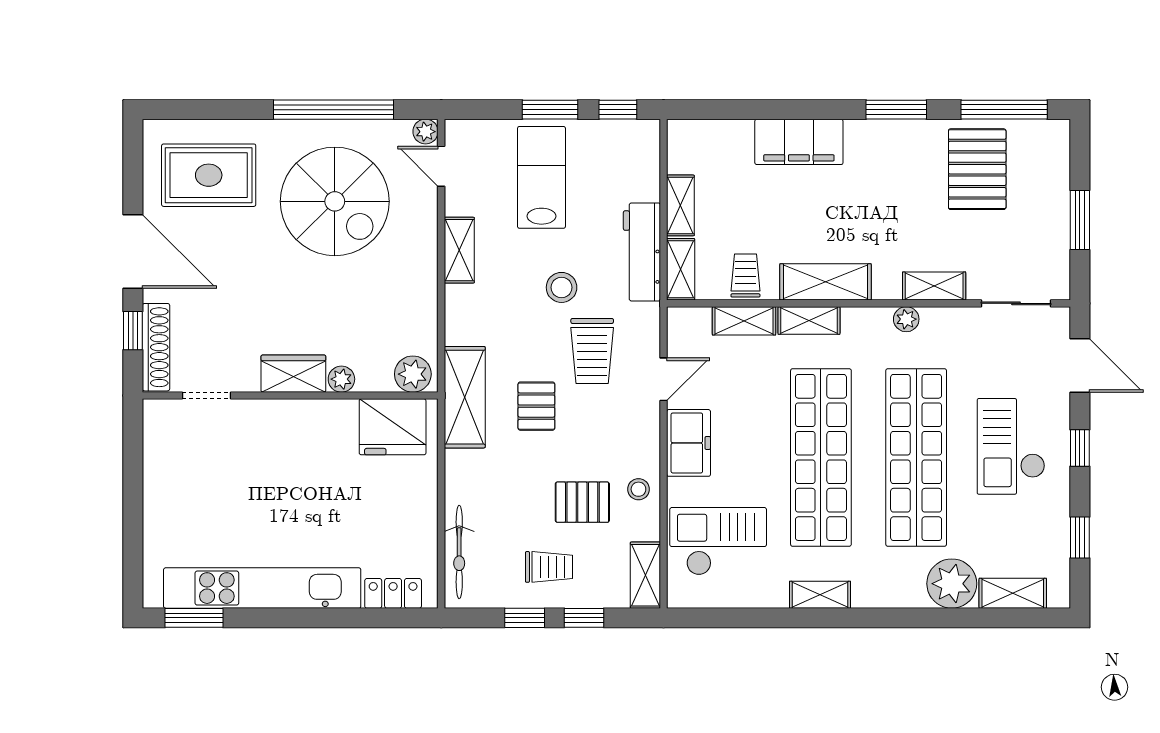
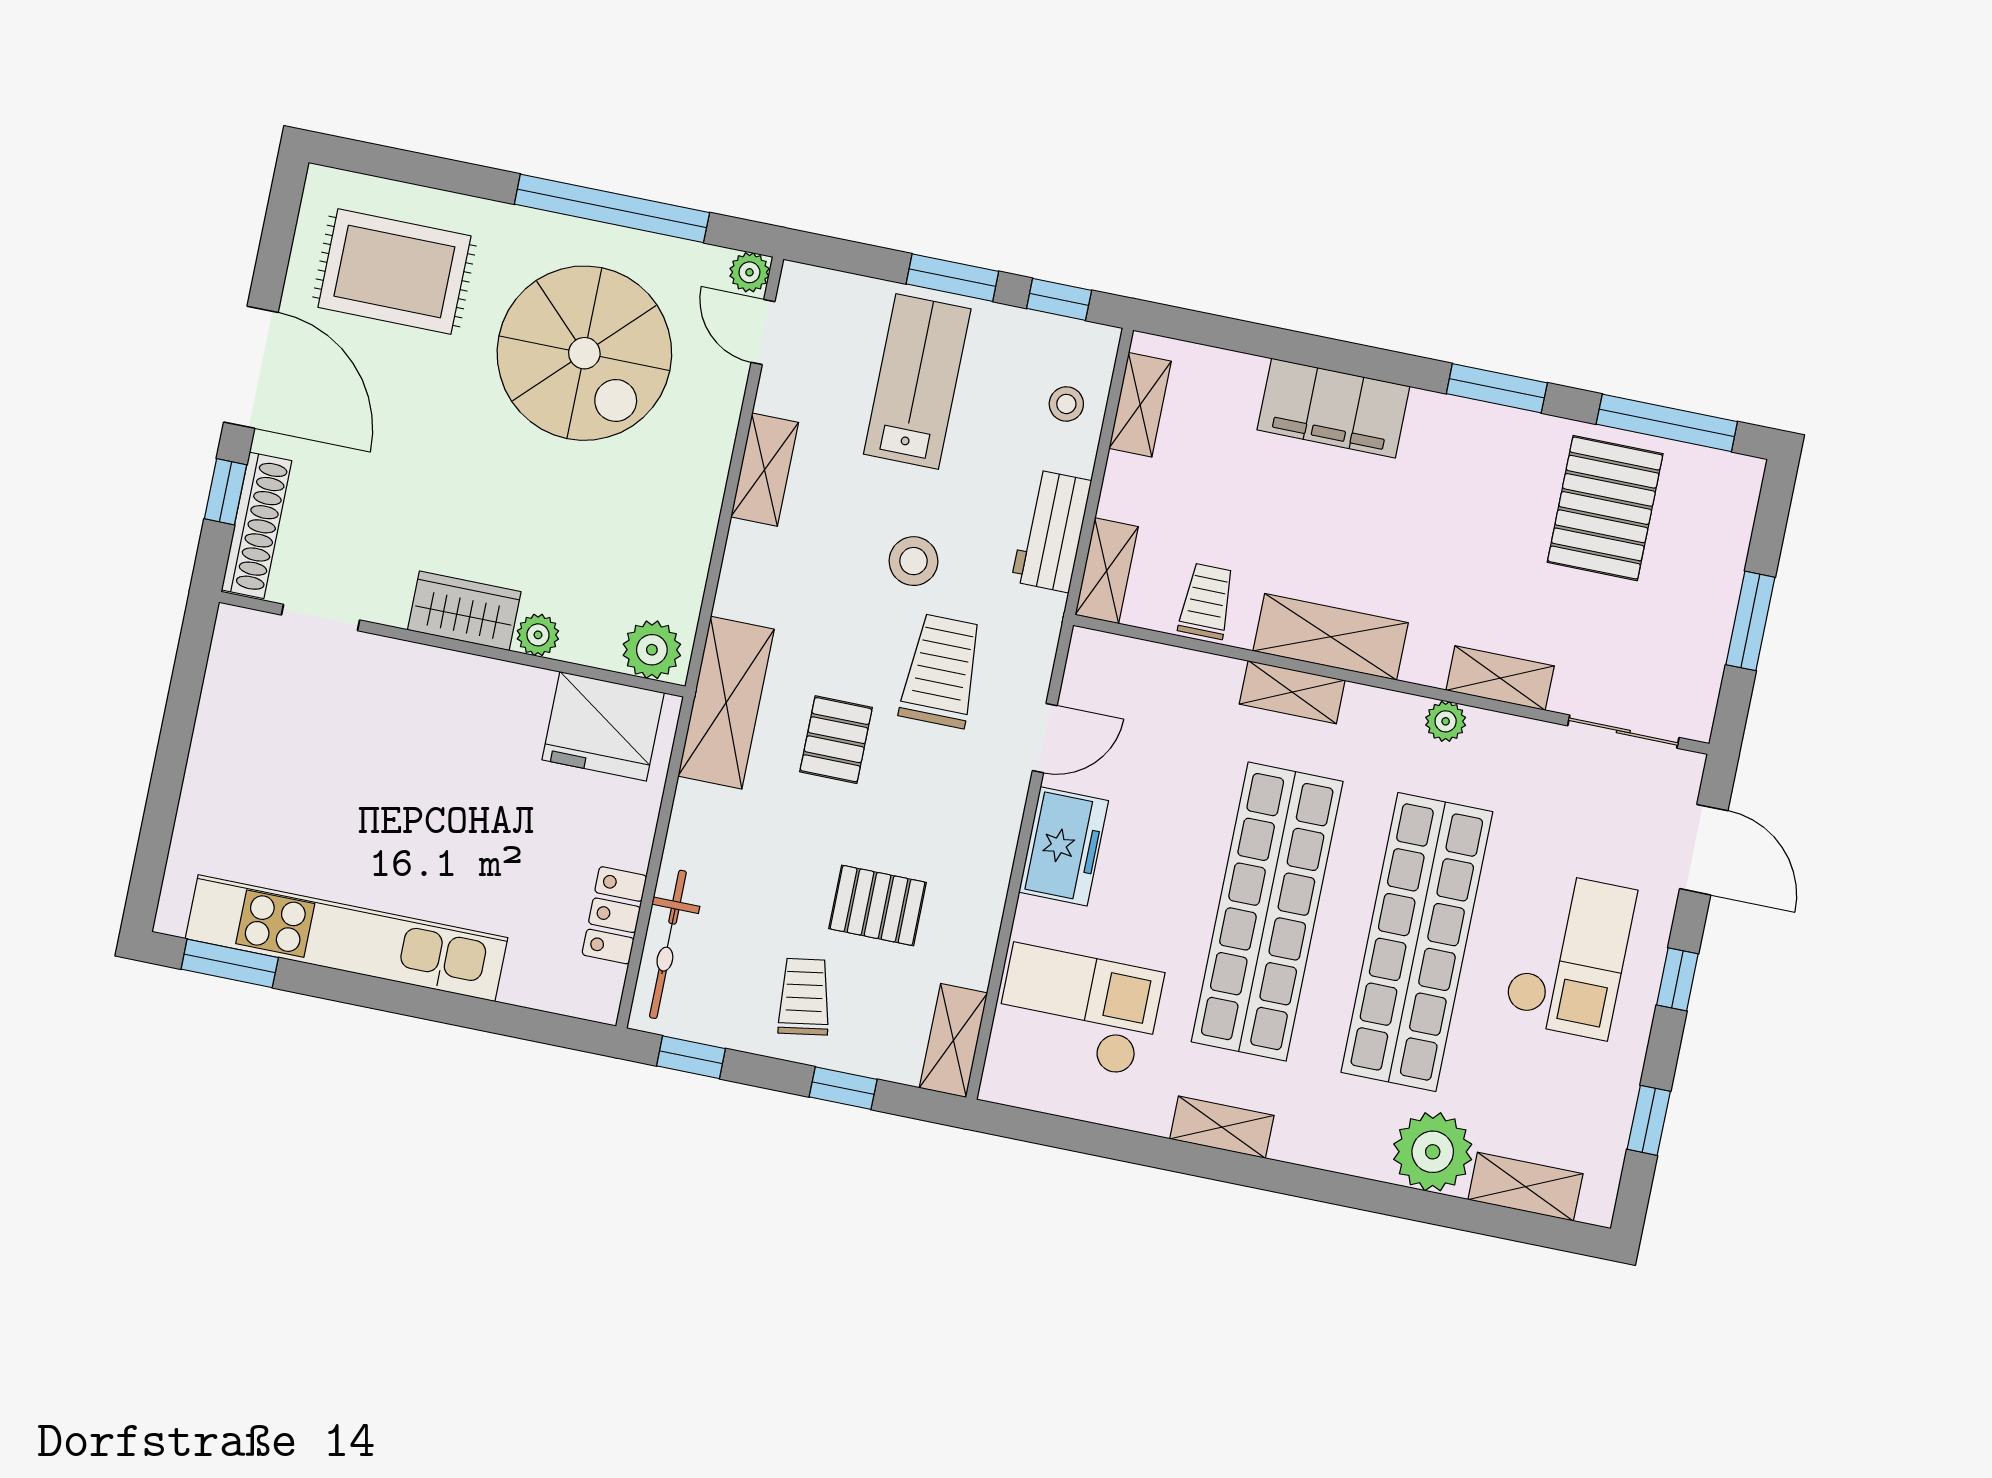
shelving: (680, 205) -> (1140, 405), moved
workbench: (642, 252) -> (1051, 531), width x0.73
shelving: (744, 321) -> (1190, 672), removed
trolley: (592, 351) -> (941, 671), turned 180
checkout: (1011, 446) -> (1570, 955), turned 180
stool: (638, 489) -> (1066, 404), moved
trolley: (549, 567) -> (804, 997), turned -99
locker: (393, 593) -> (614, 915), moved, turned -90
window: (525, 618) -> (691, 1057), moved

